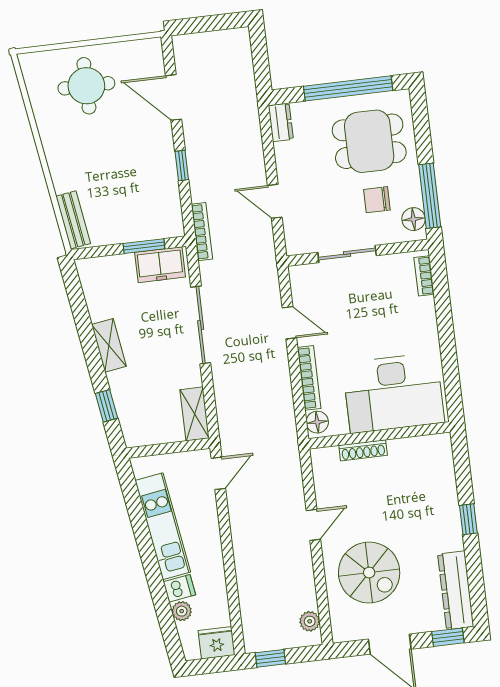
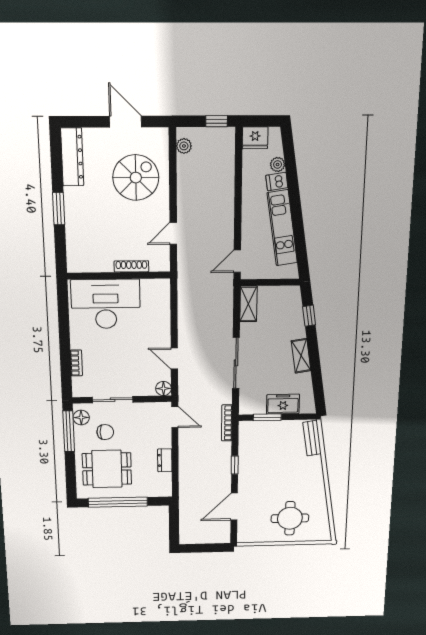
door: (174, 97) -> (234, 507), swing flipped
dresser: (281, 122) -> (165, 460), moved
door: (275, 201) -> (175, 417), moved
sliding door: (347, 254) -> (113, 400), moved
freezer: (160, 265) -> (283, 404), moved
bookcase: (424, 276) -> (76, 363), moved
bookcase: (309, 378) -> (165, 320), removed
floor lamp: (317, 422) -> (163, 388), moved
window: (468, 519) -> (59, 209), width x1.50
door: (313, 525) -> (173, 233), moved
spiral stairs: (369, 573) -> (136, 178), turned 90
window: (448, 637) -> (81, 122), removed

